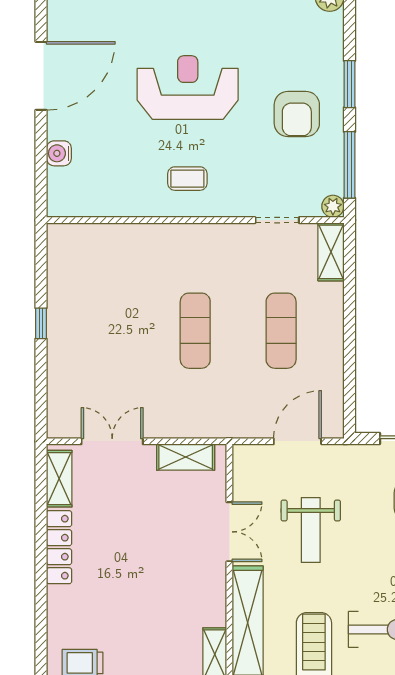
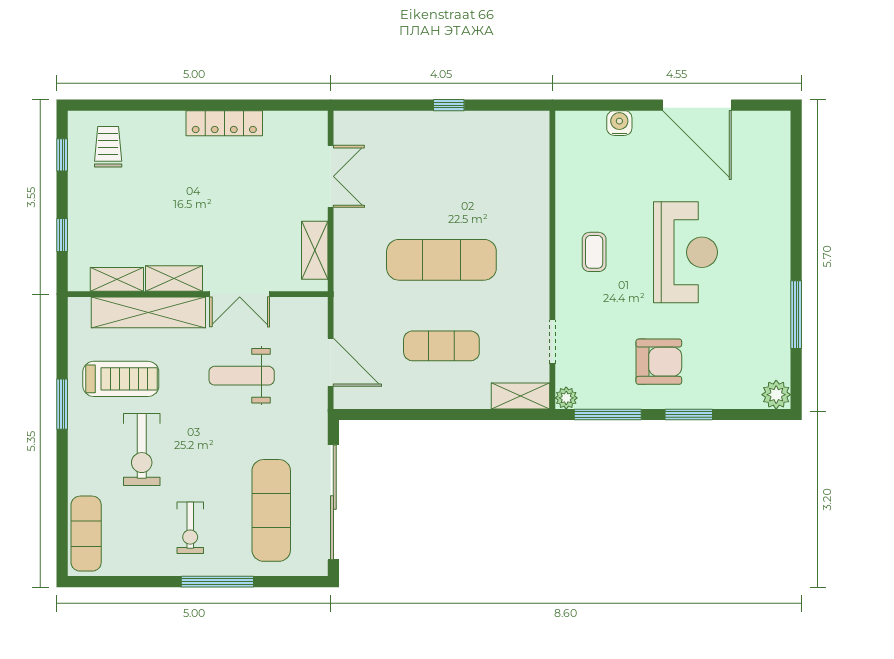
armchair: (297, 114) -> (659, 362), turned 180
exercise mat: (195, 331) -> (441, 260), width x1.36, depth x1.45
shelving: (59, 479) -> (174, 279), moved

